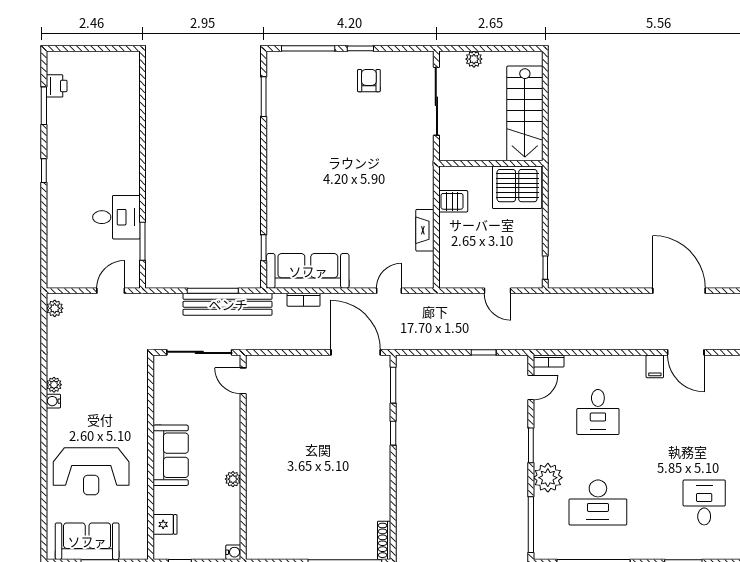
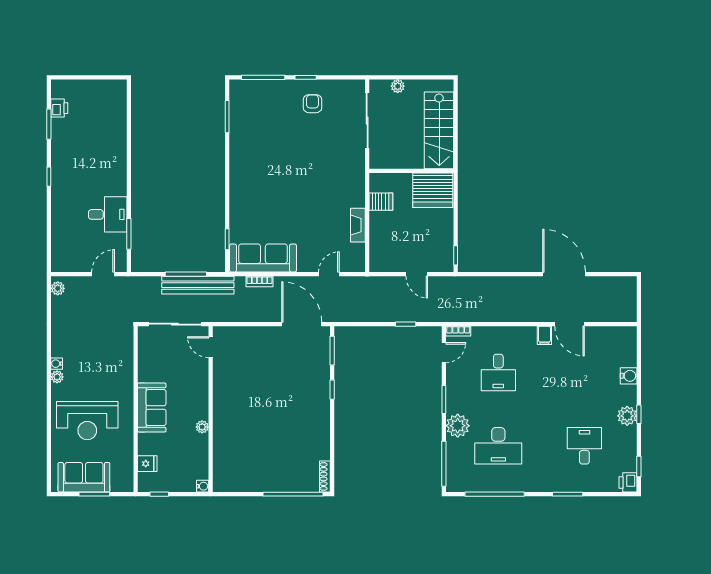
plant: (54, 385) -> (57, 377), moved

